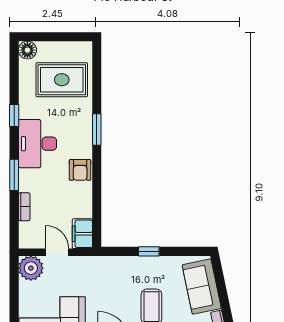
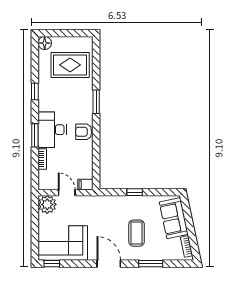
desk: (37, 144) -> (52, 130), moved
armchair: (80, 170) -> (84, 132), turned 90
filing cabinet: (82, 234) -> (85, 185), width x0.50

